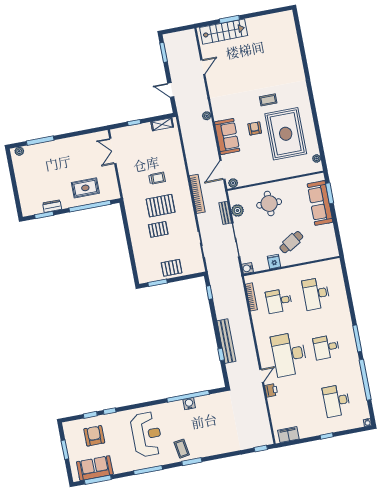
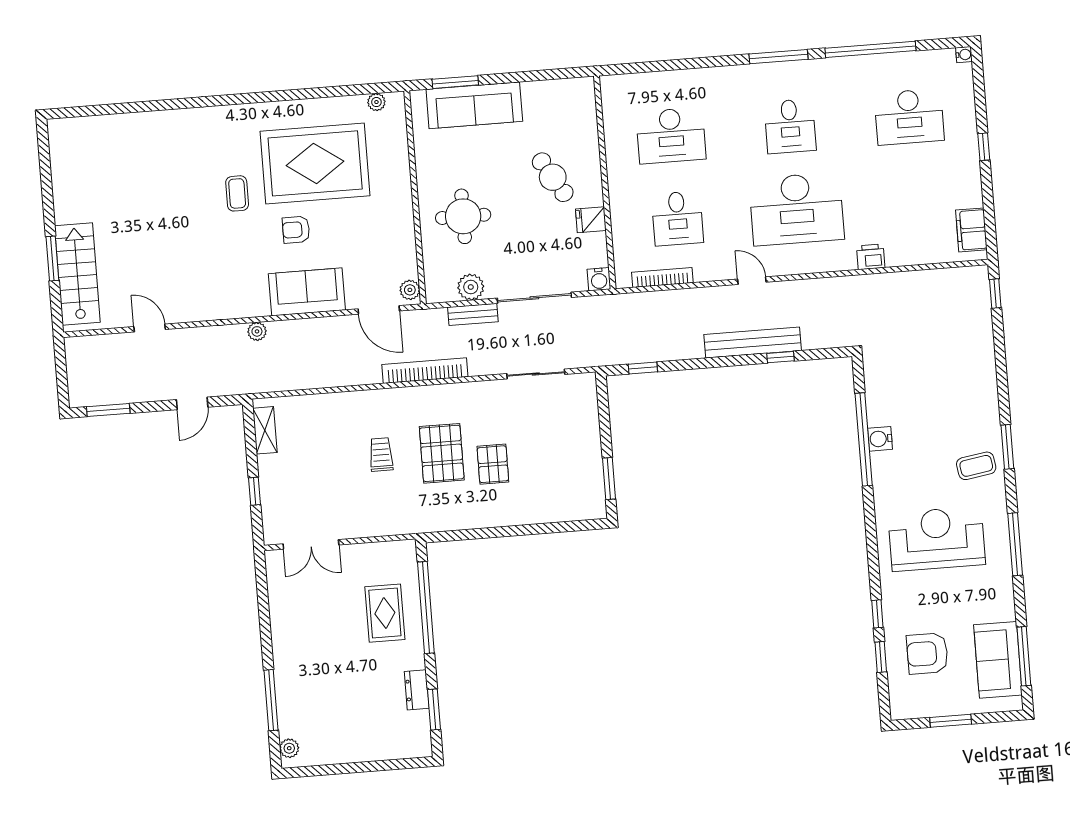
pallet: (172, 268) -> (580, 444), removed
door: (262, 376) -> (752, 281), moved

